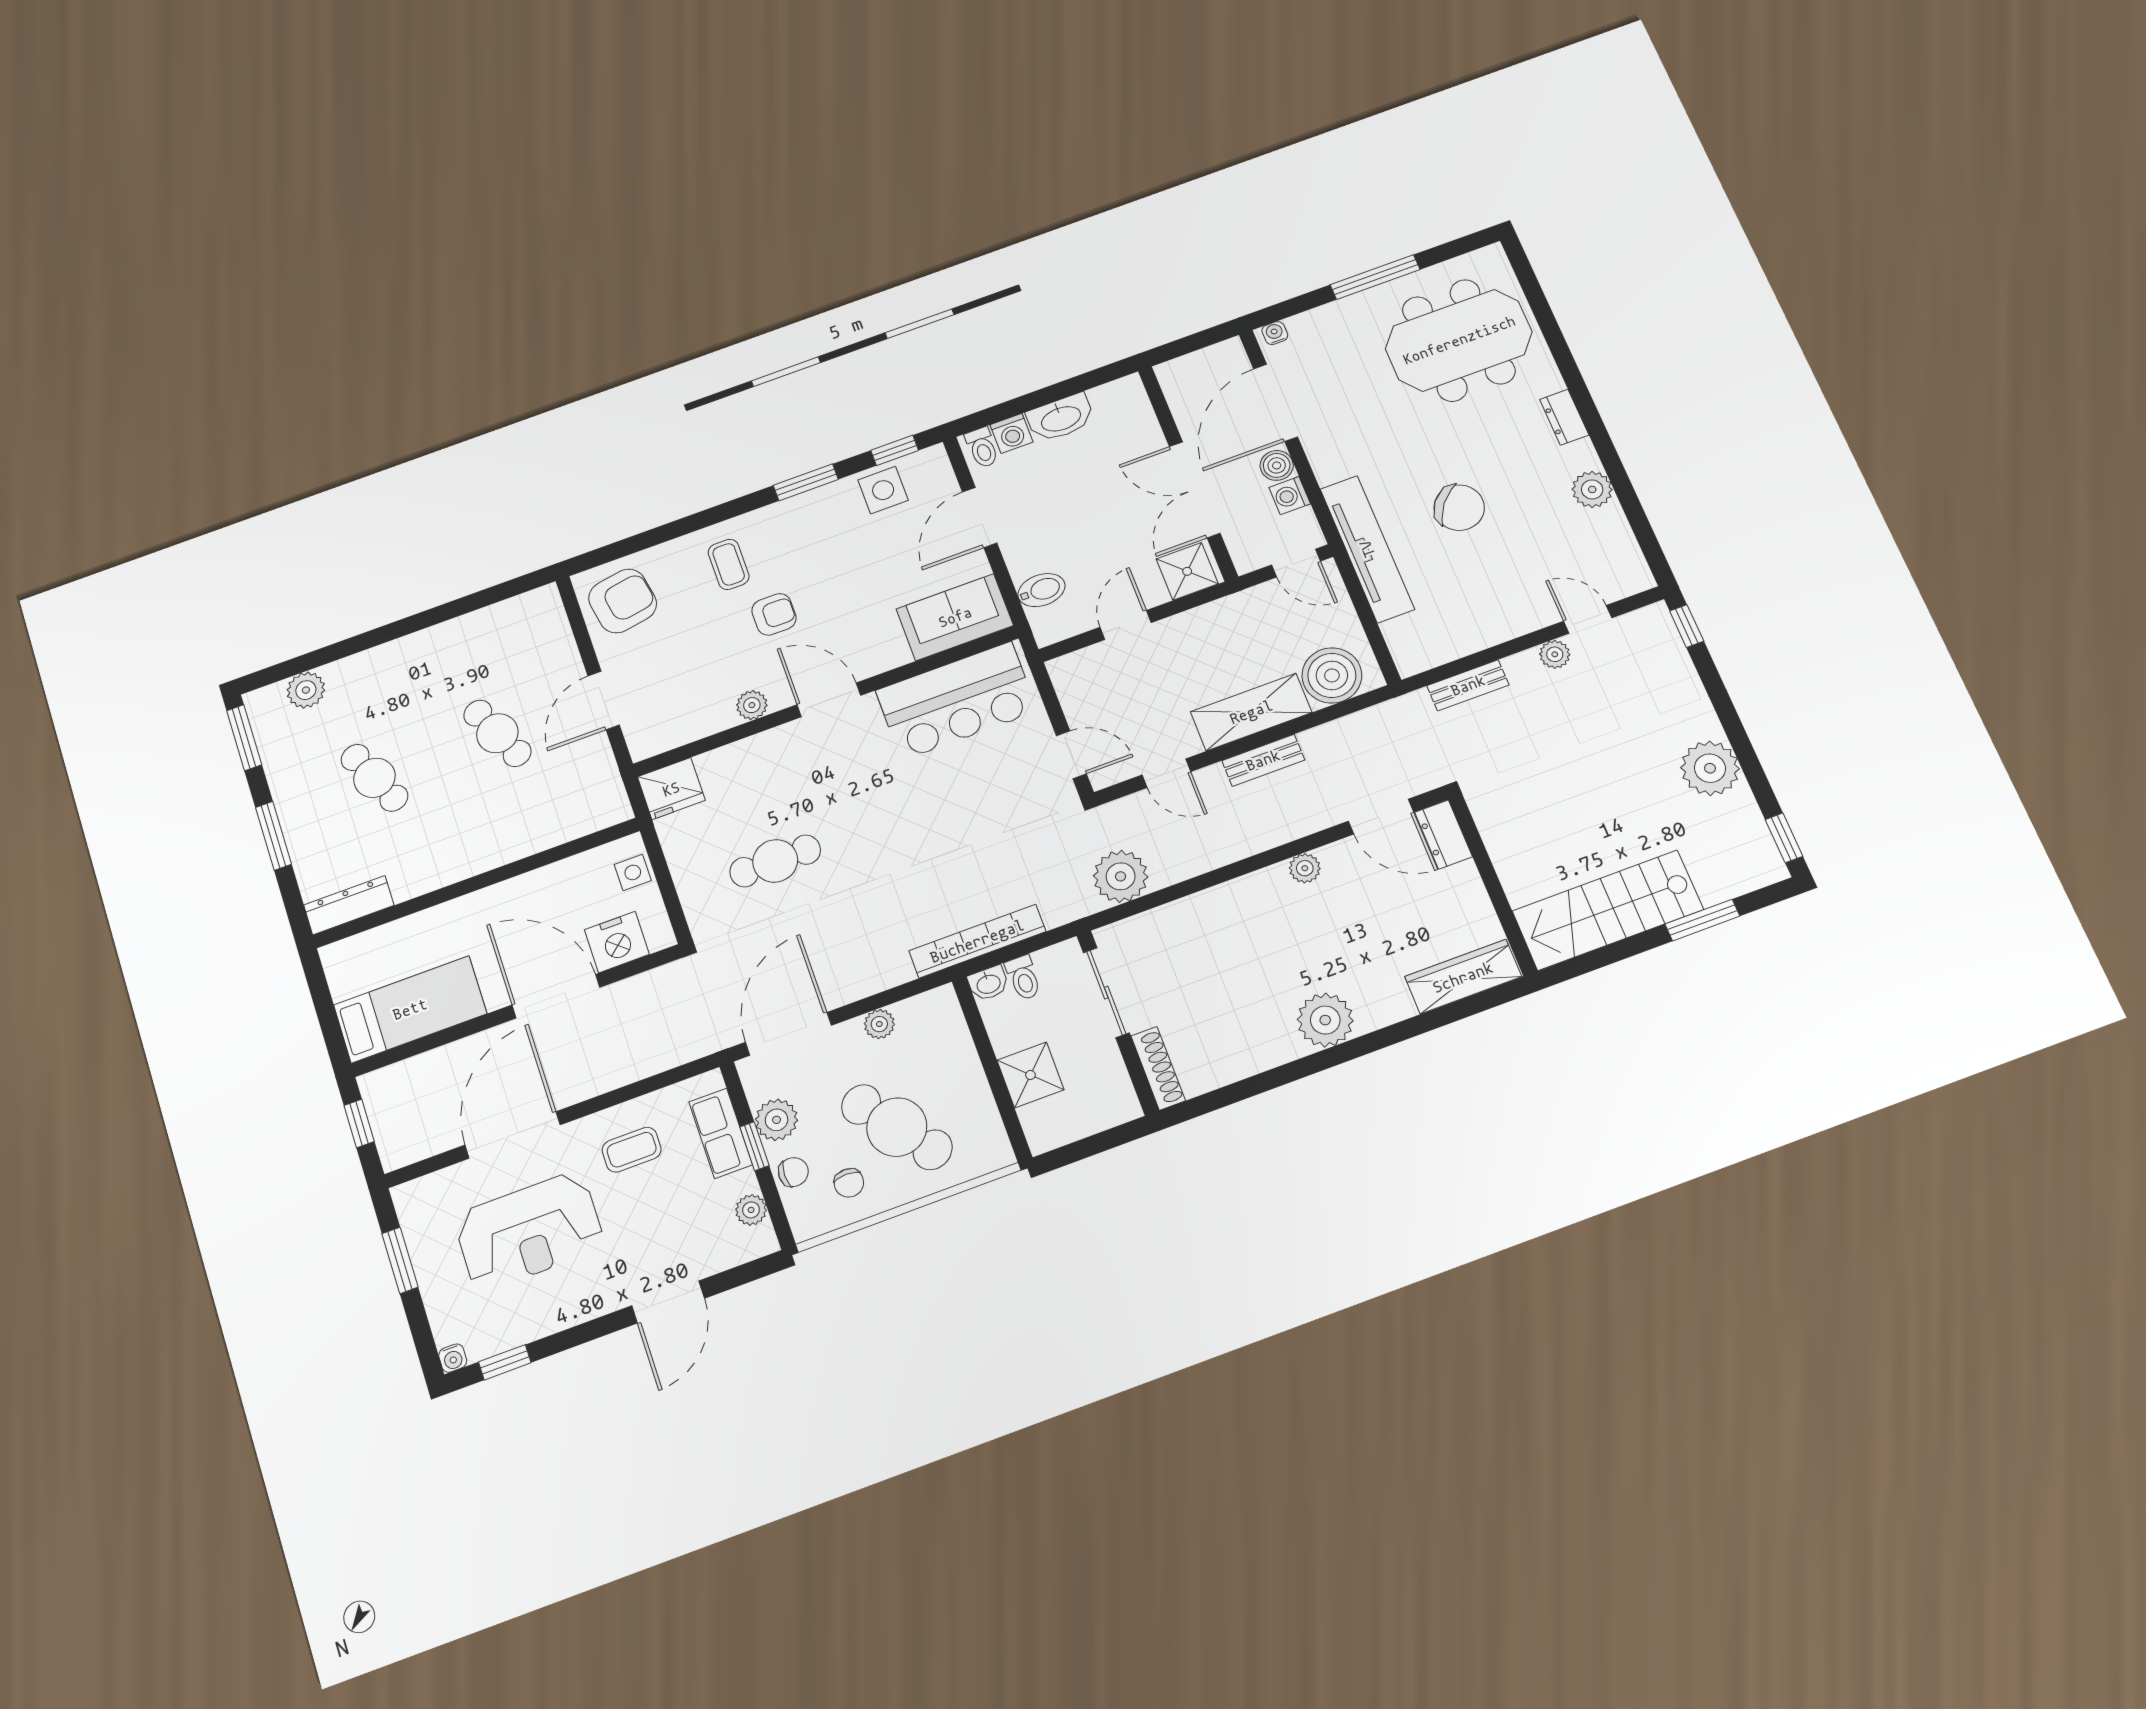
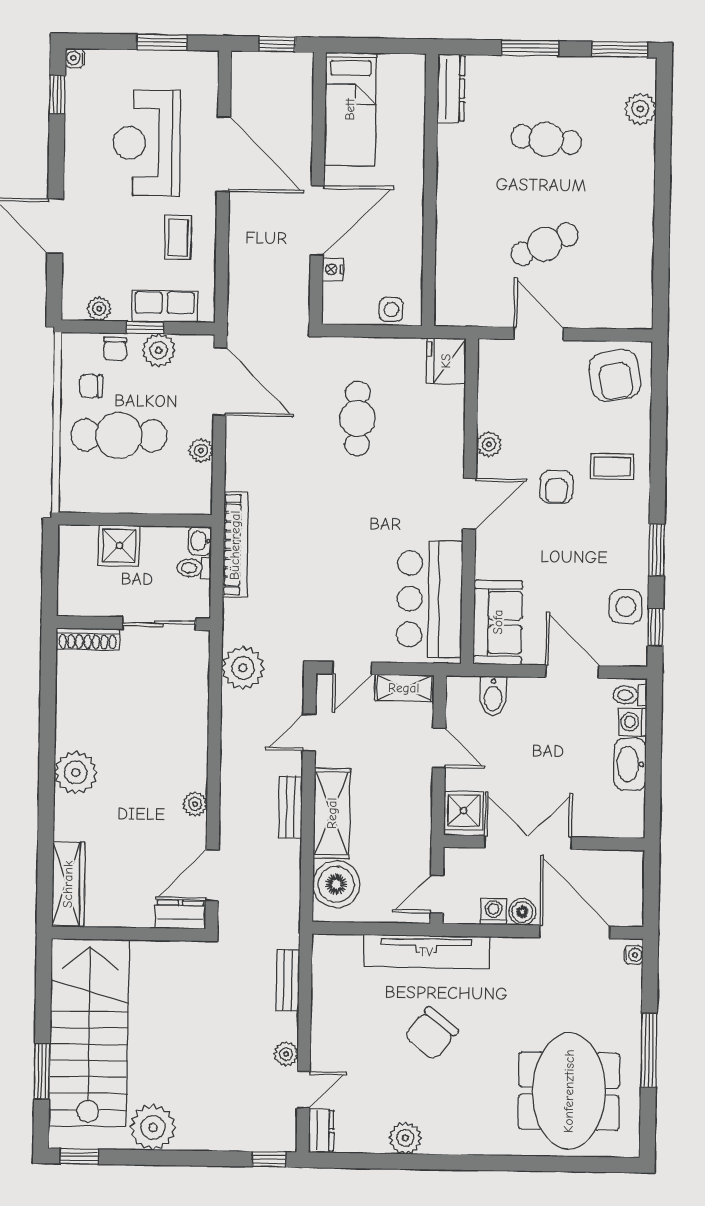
dresser: (1564, 417) -> (321, 1131), moved, turned 90
shelving: (1071, 689) -> (404, 688), added
cafe table: (374, 778) -> (546, 139), turned 30
stairs: (1608, 910) -> (89, 1033), width x1.36, depth x1.51
nightstand: (617, 942) -> (333, 269), width x0.53, depth x0.56
cafe table: (897, 1127) -> (119, 435), turned 37

